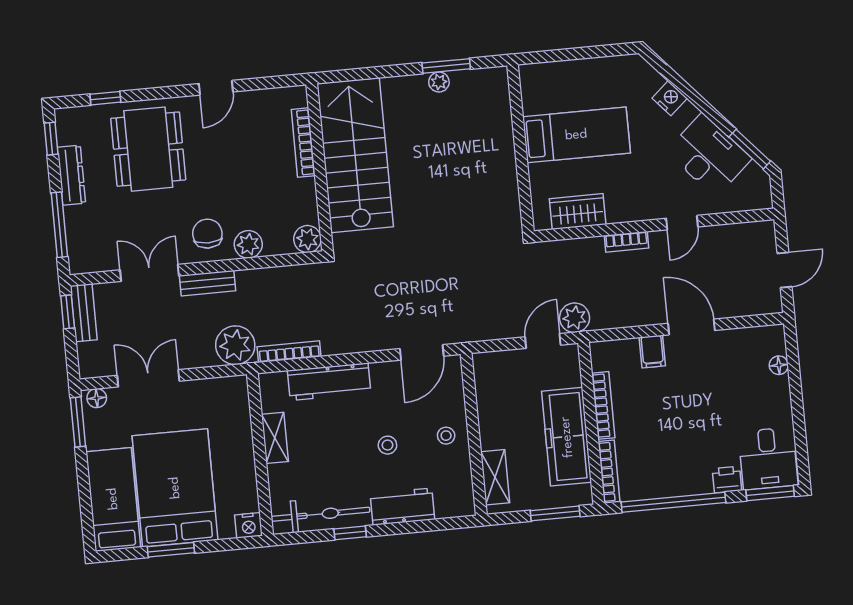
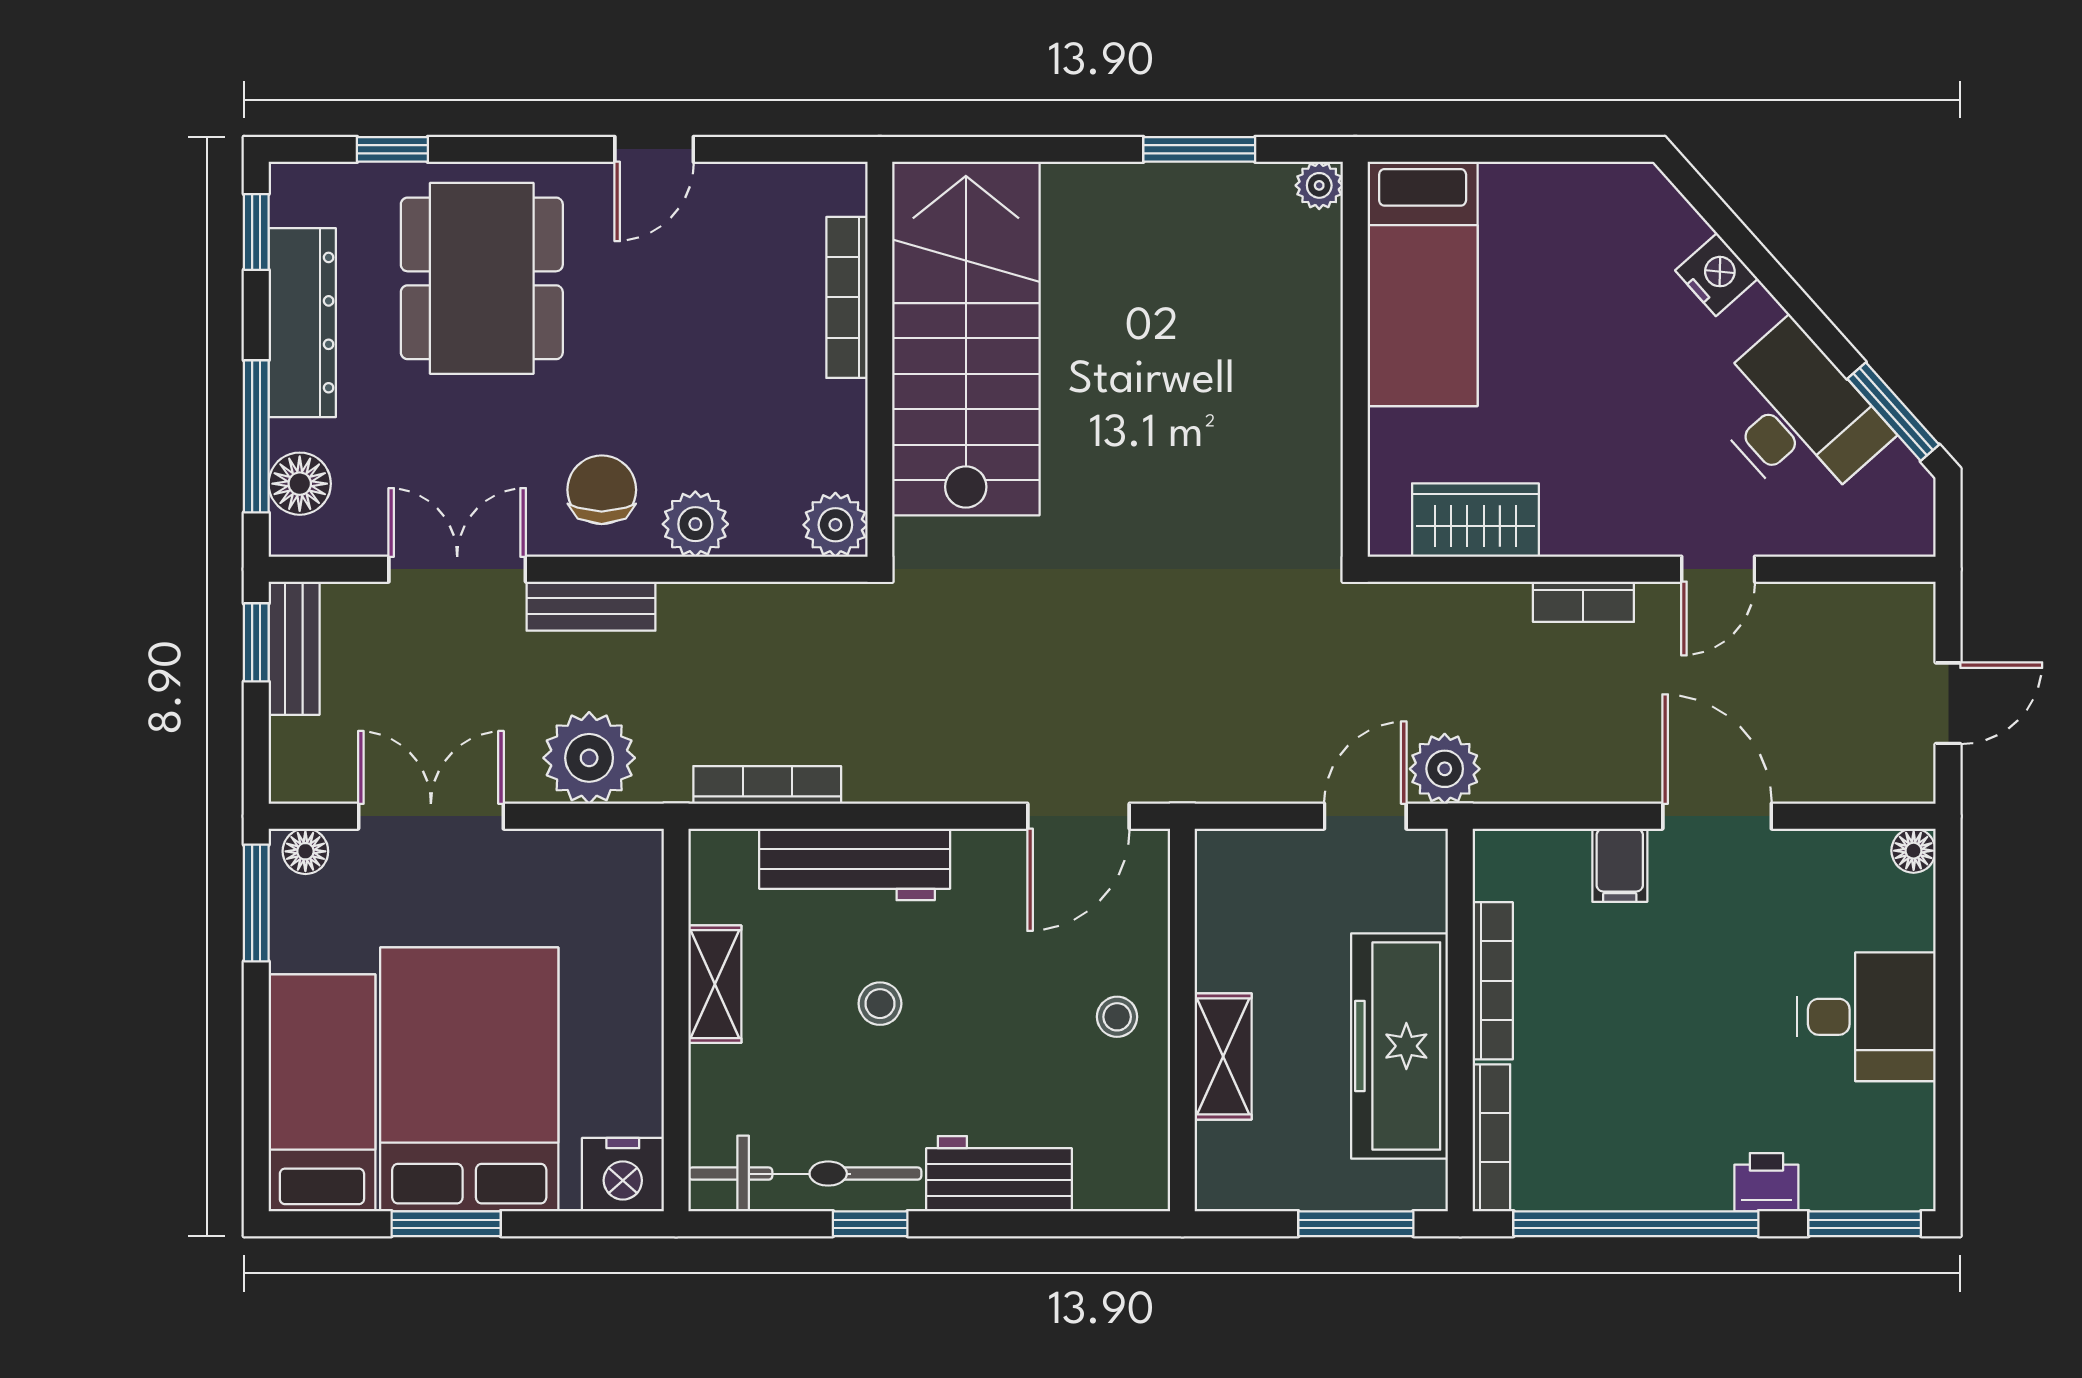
plant: (439, 82) -> (1319, 185), moved
bed: (576, 135) -> (1423, 284), moved, turned 90
dresser: (71, 175) -> (302, 323), width x1.37, depth x1.24
floor lamp: (80, 243) -> (300, 484), added
plant: (235, 345) -> (589, 758), moved
floor lamp: (779, 365) -> (1914, 851), moved
stool: (387, 445) -> (880, 1004), moved
desk: (768, 458) -> (1866, 1017), moved, turned -90
shelving: (495, 477) -> (1223, 1056), moved
nightstand: (249, 525) -> (623, 1175), width x1.36, depth x1.33

